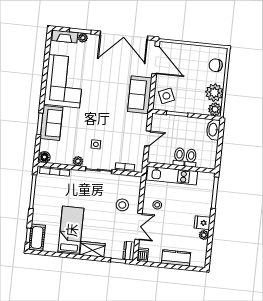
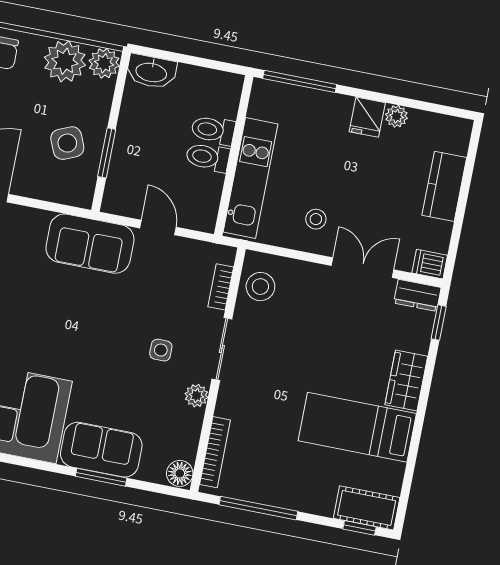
sofa: (140, 95) -> (90, 244), moved
side table: (166, 96) -> (67, 143), moved
stool: (122, 205) -> (260, 287), moved

